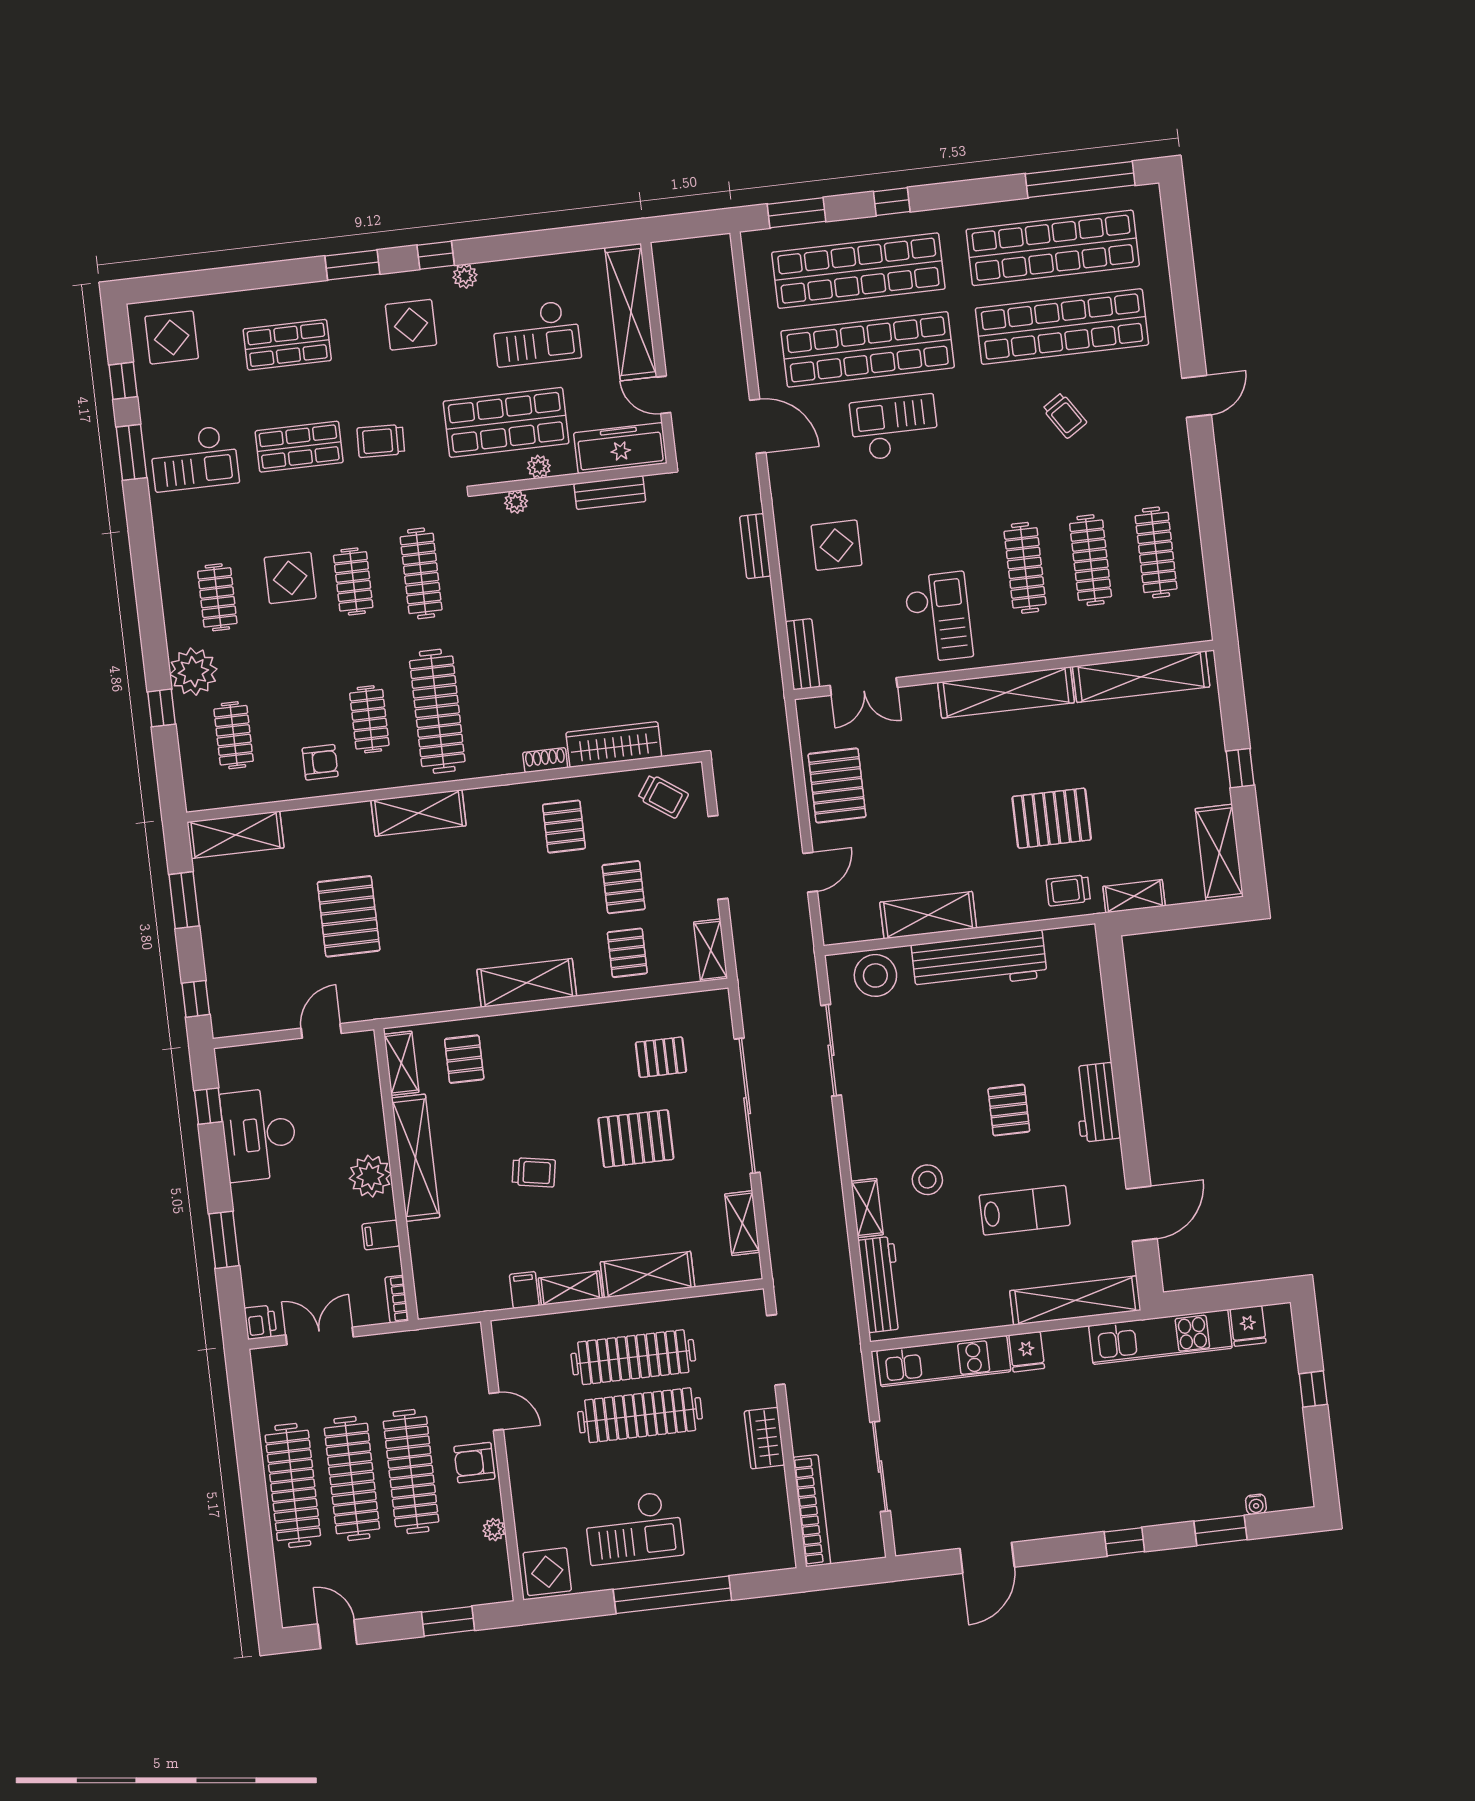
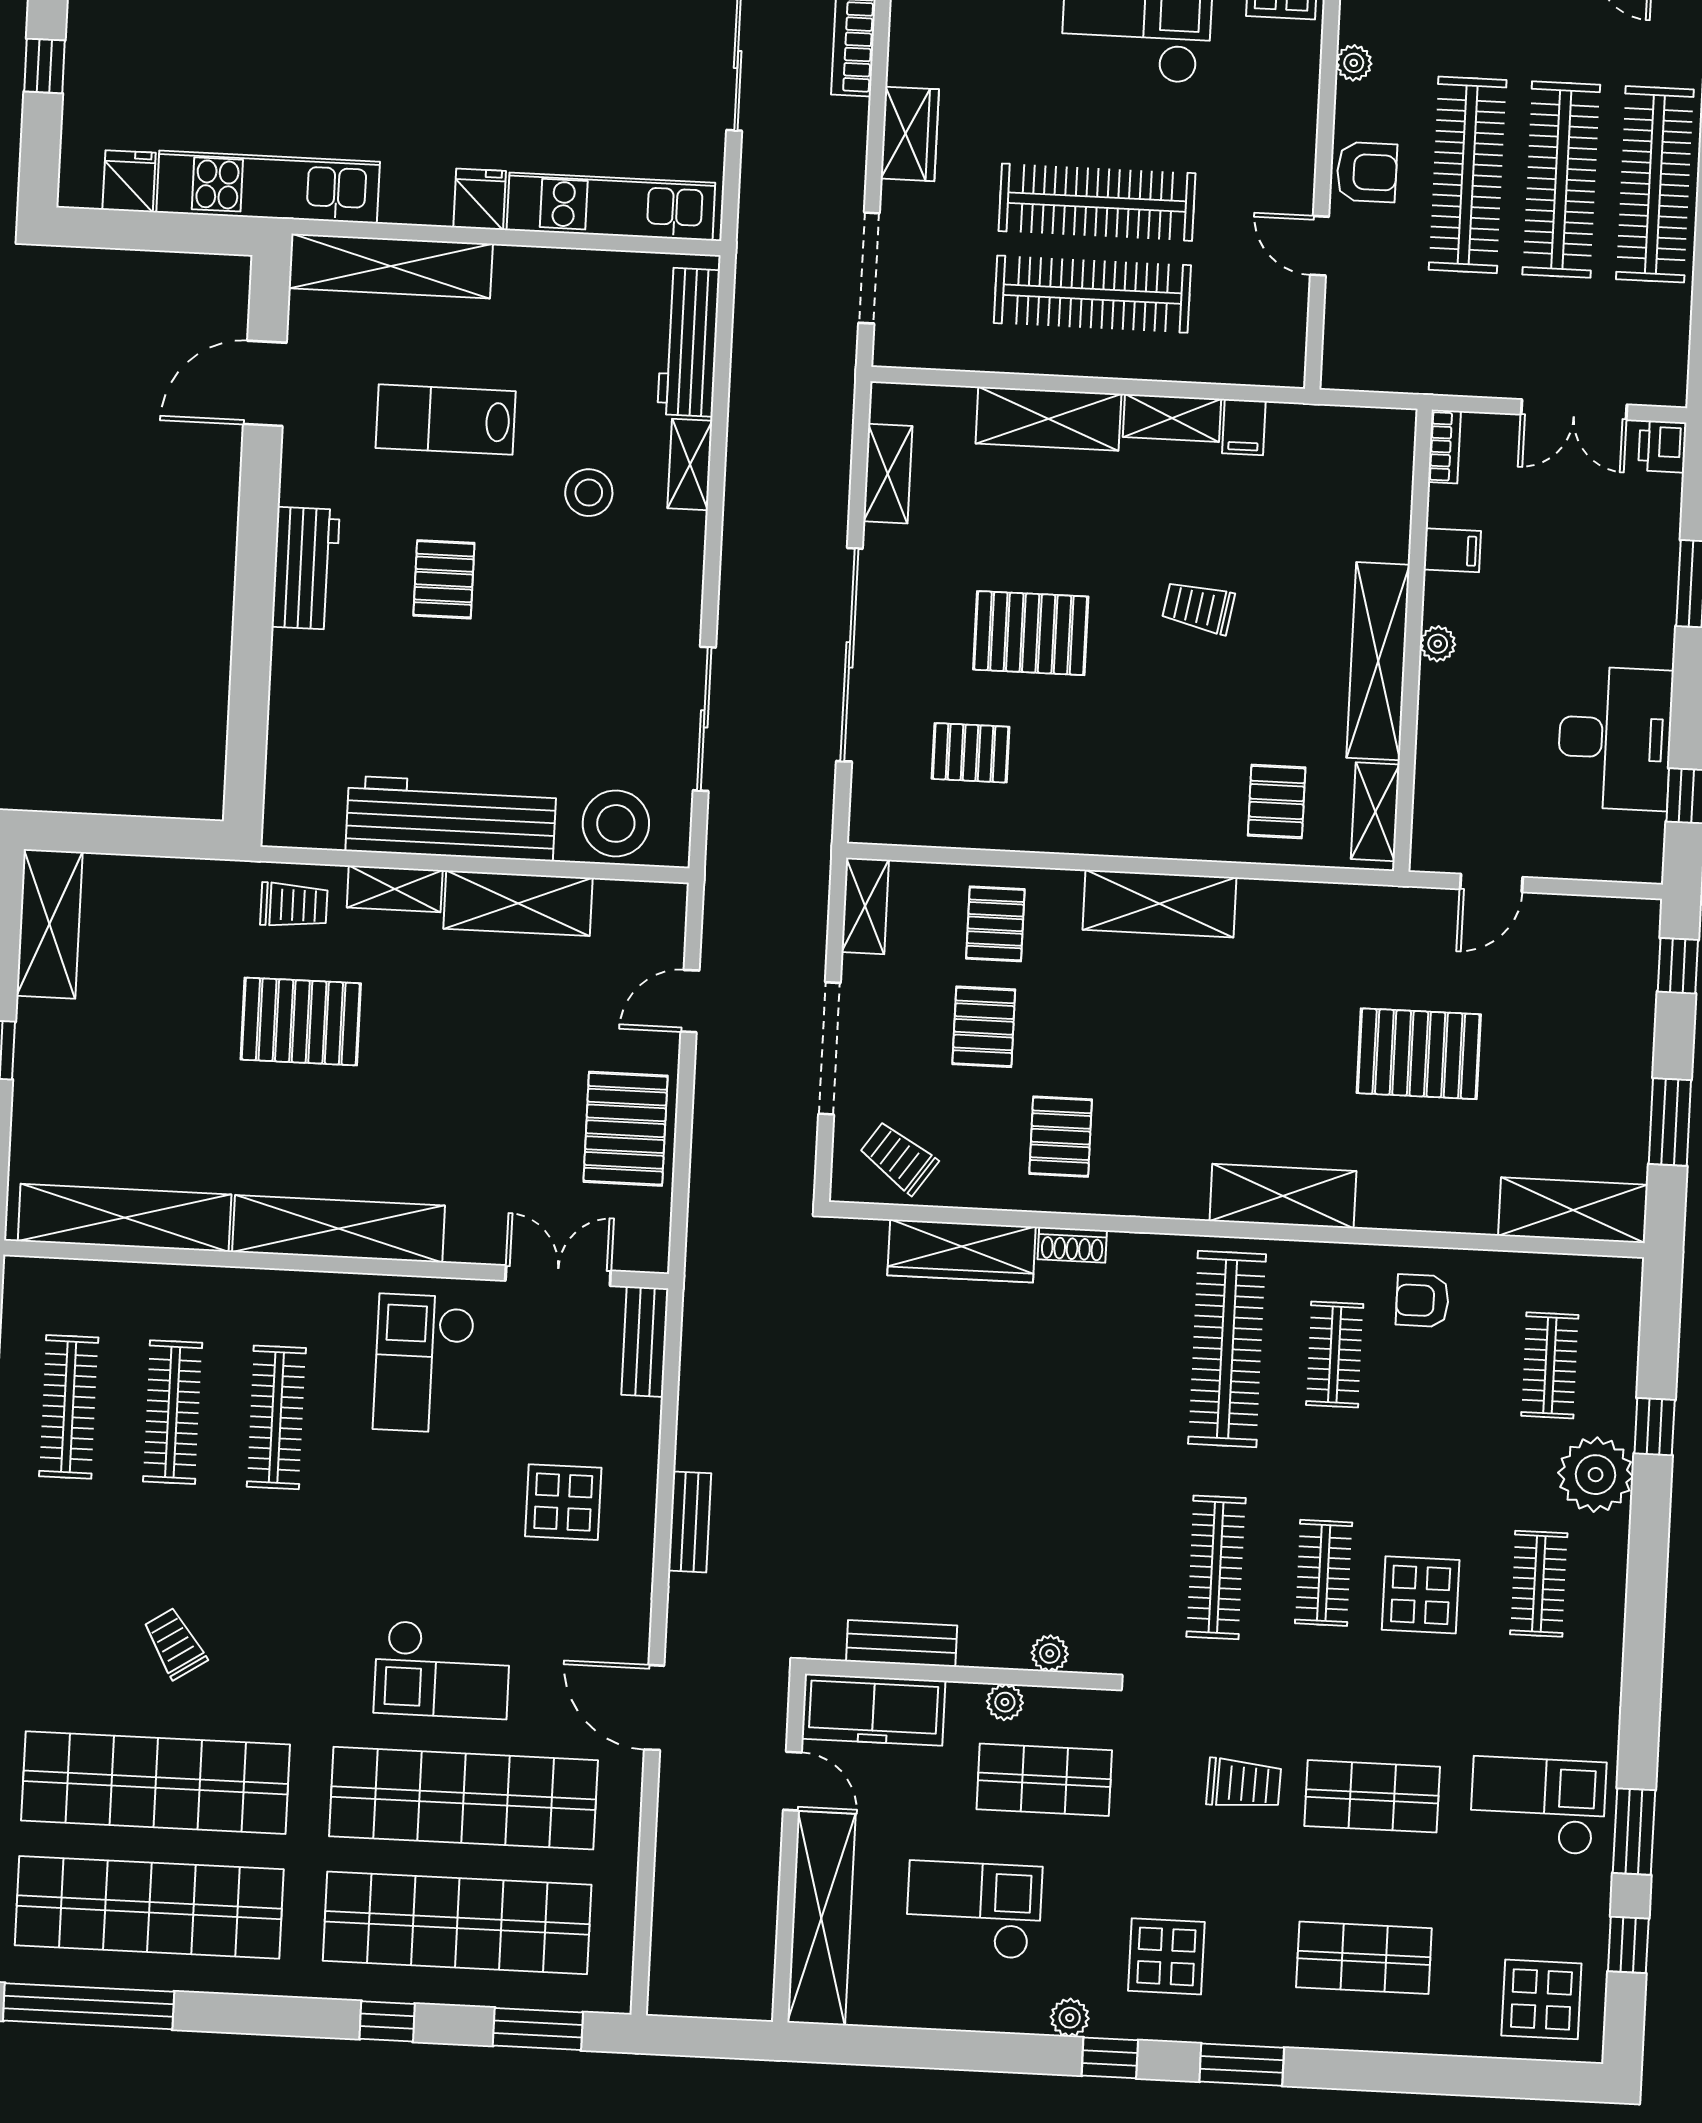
shop shelf: (506, 422) -> (1044, 1780), width x0.70, depth x0.74
shelving: (1134, 896) -> (395, 889), moved
pallet: (349, 916) -> (1419, 1054), turned 90
plant: (370, 1176) -> (1438, 644), width x0.53, depth x0.53

